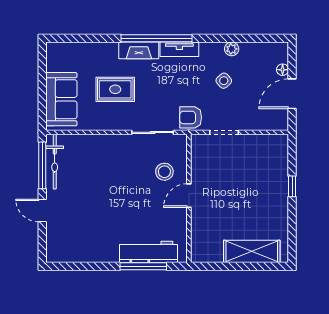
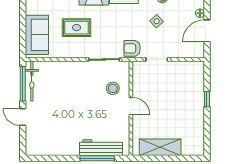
door: (189, 196) -> (131, 106), swing flipped
shelving: (252, 251) -> (160, 147), moved

